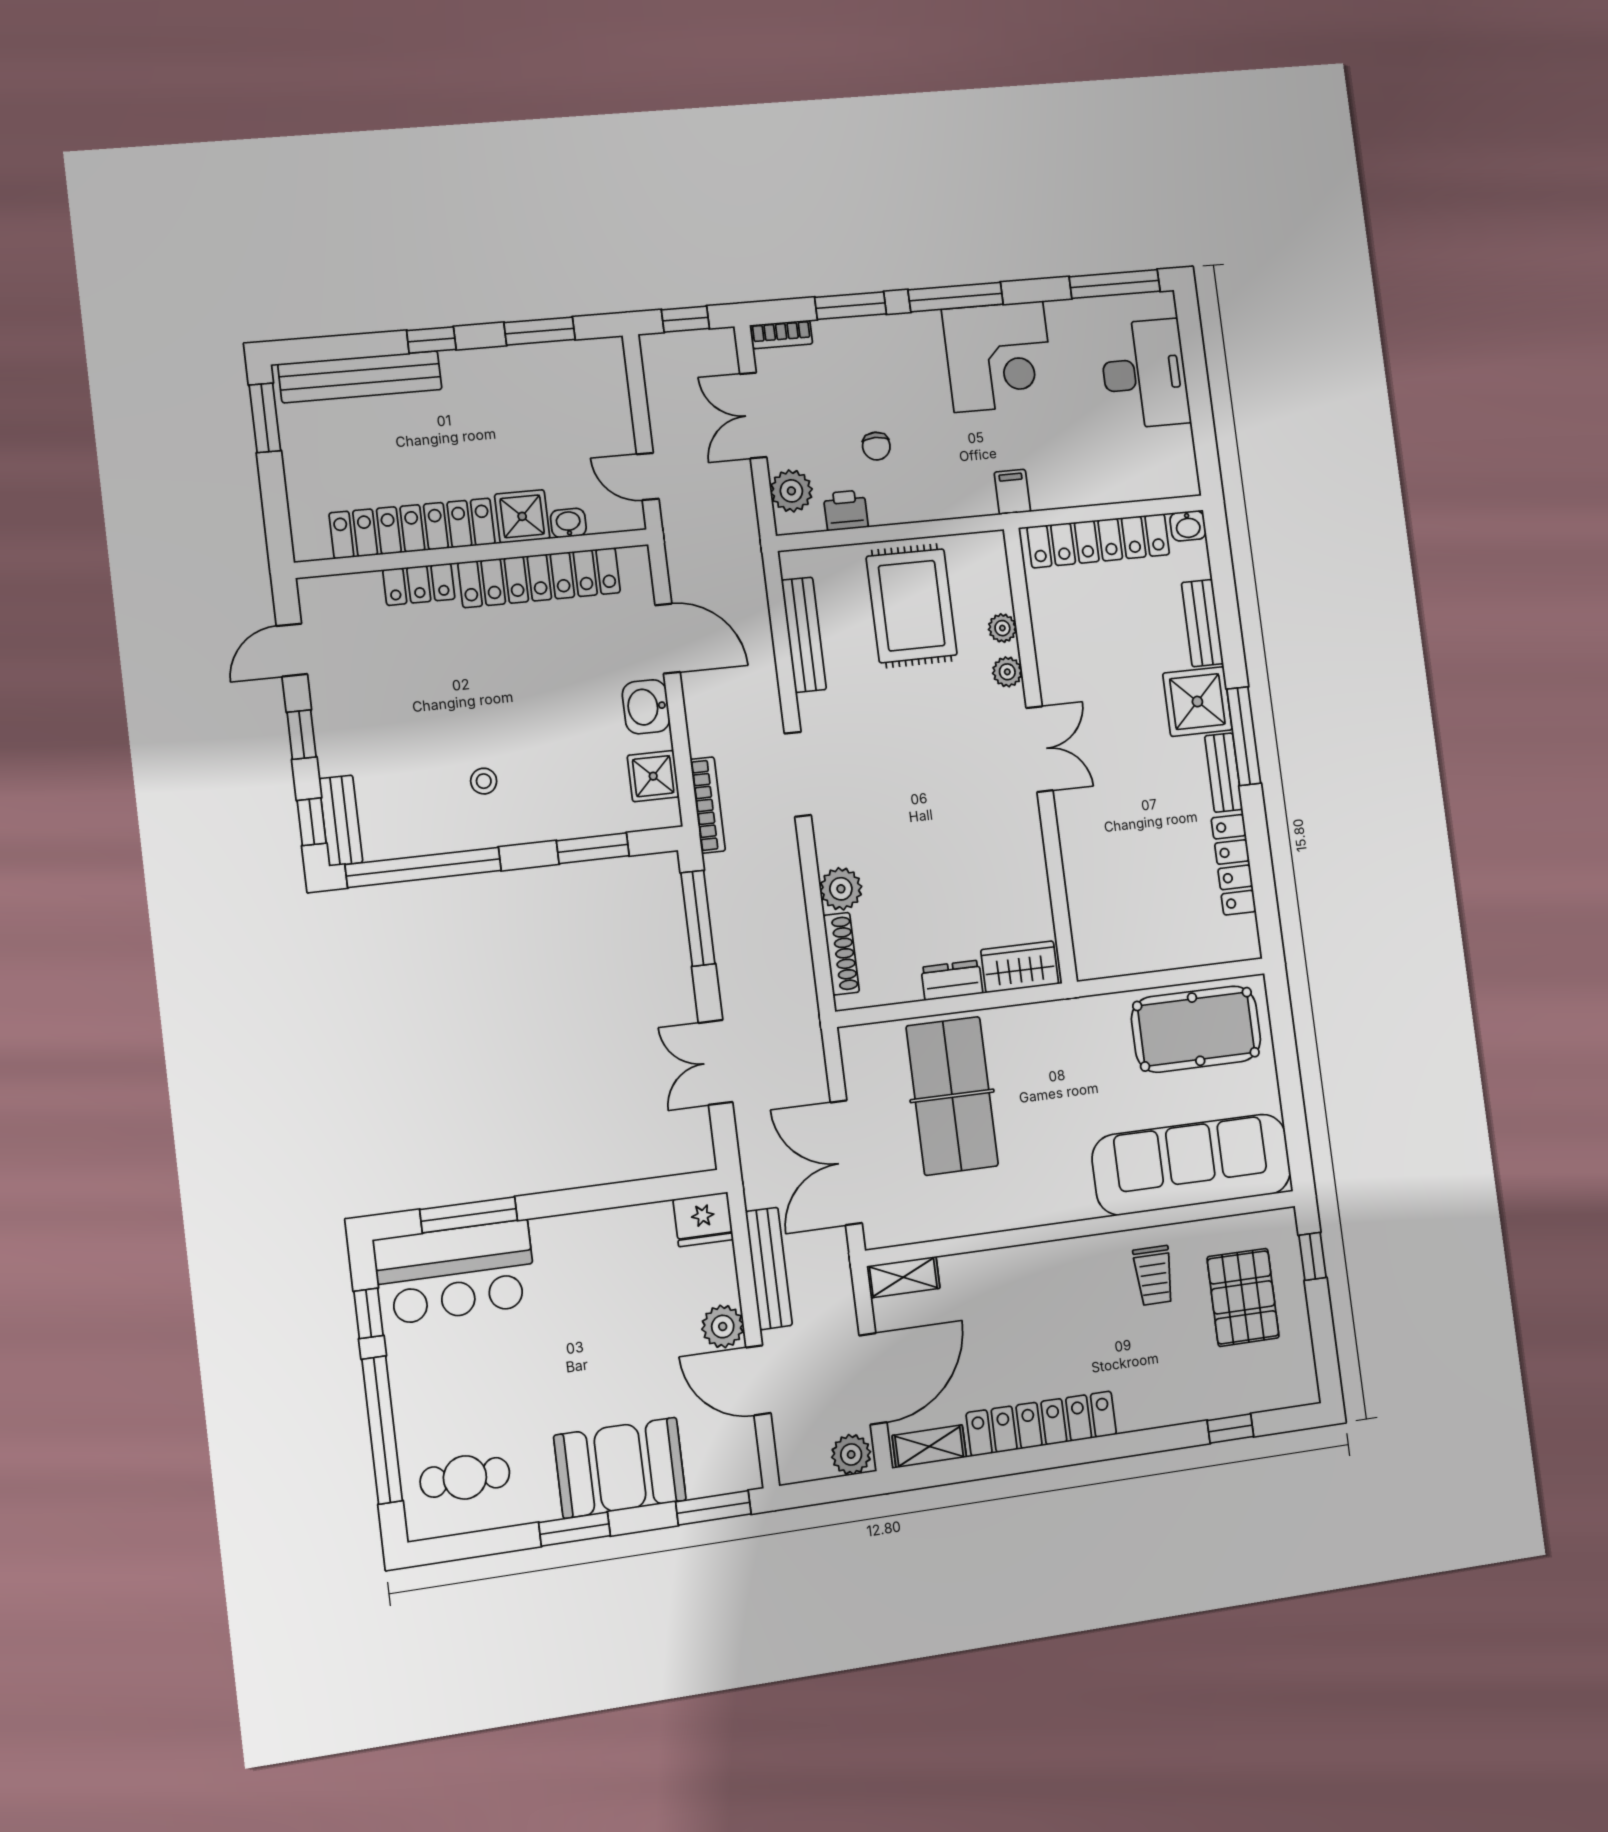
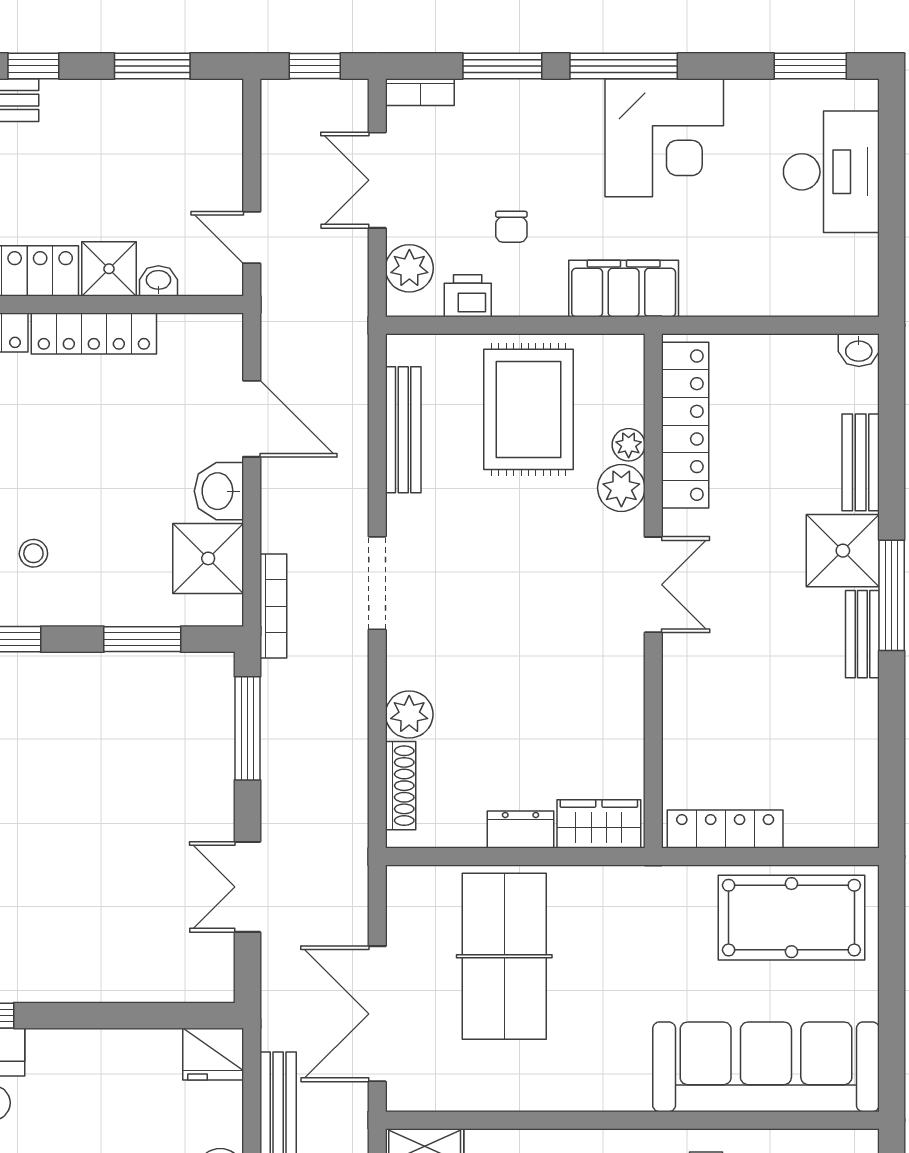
window: (1115, 284) -> (810, 66), width x0.69
filing cabinet: (1012, 492) -> (624, 289), width x3.00, depth x1.17
locker: (1098, 541) -> (685, 425), moved, turned -90
locker: (539, 578) -> (94, 333), width x0.71, depth x0.83
plant: (1007, 672) -> (621, 488), width x1.38, depth x1.38
shower: (653, 776) -> (208, 558), width x1.36, depth x1.36
locker: (1234, 865) -> (725, 829), moved, turned 90

